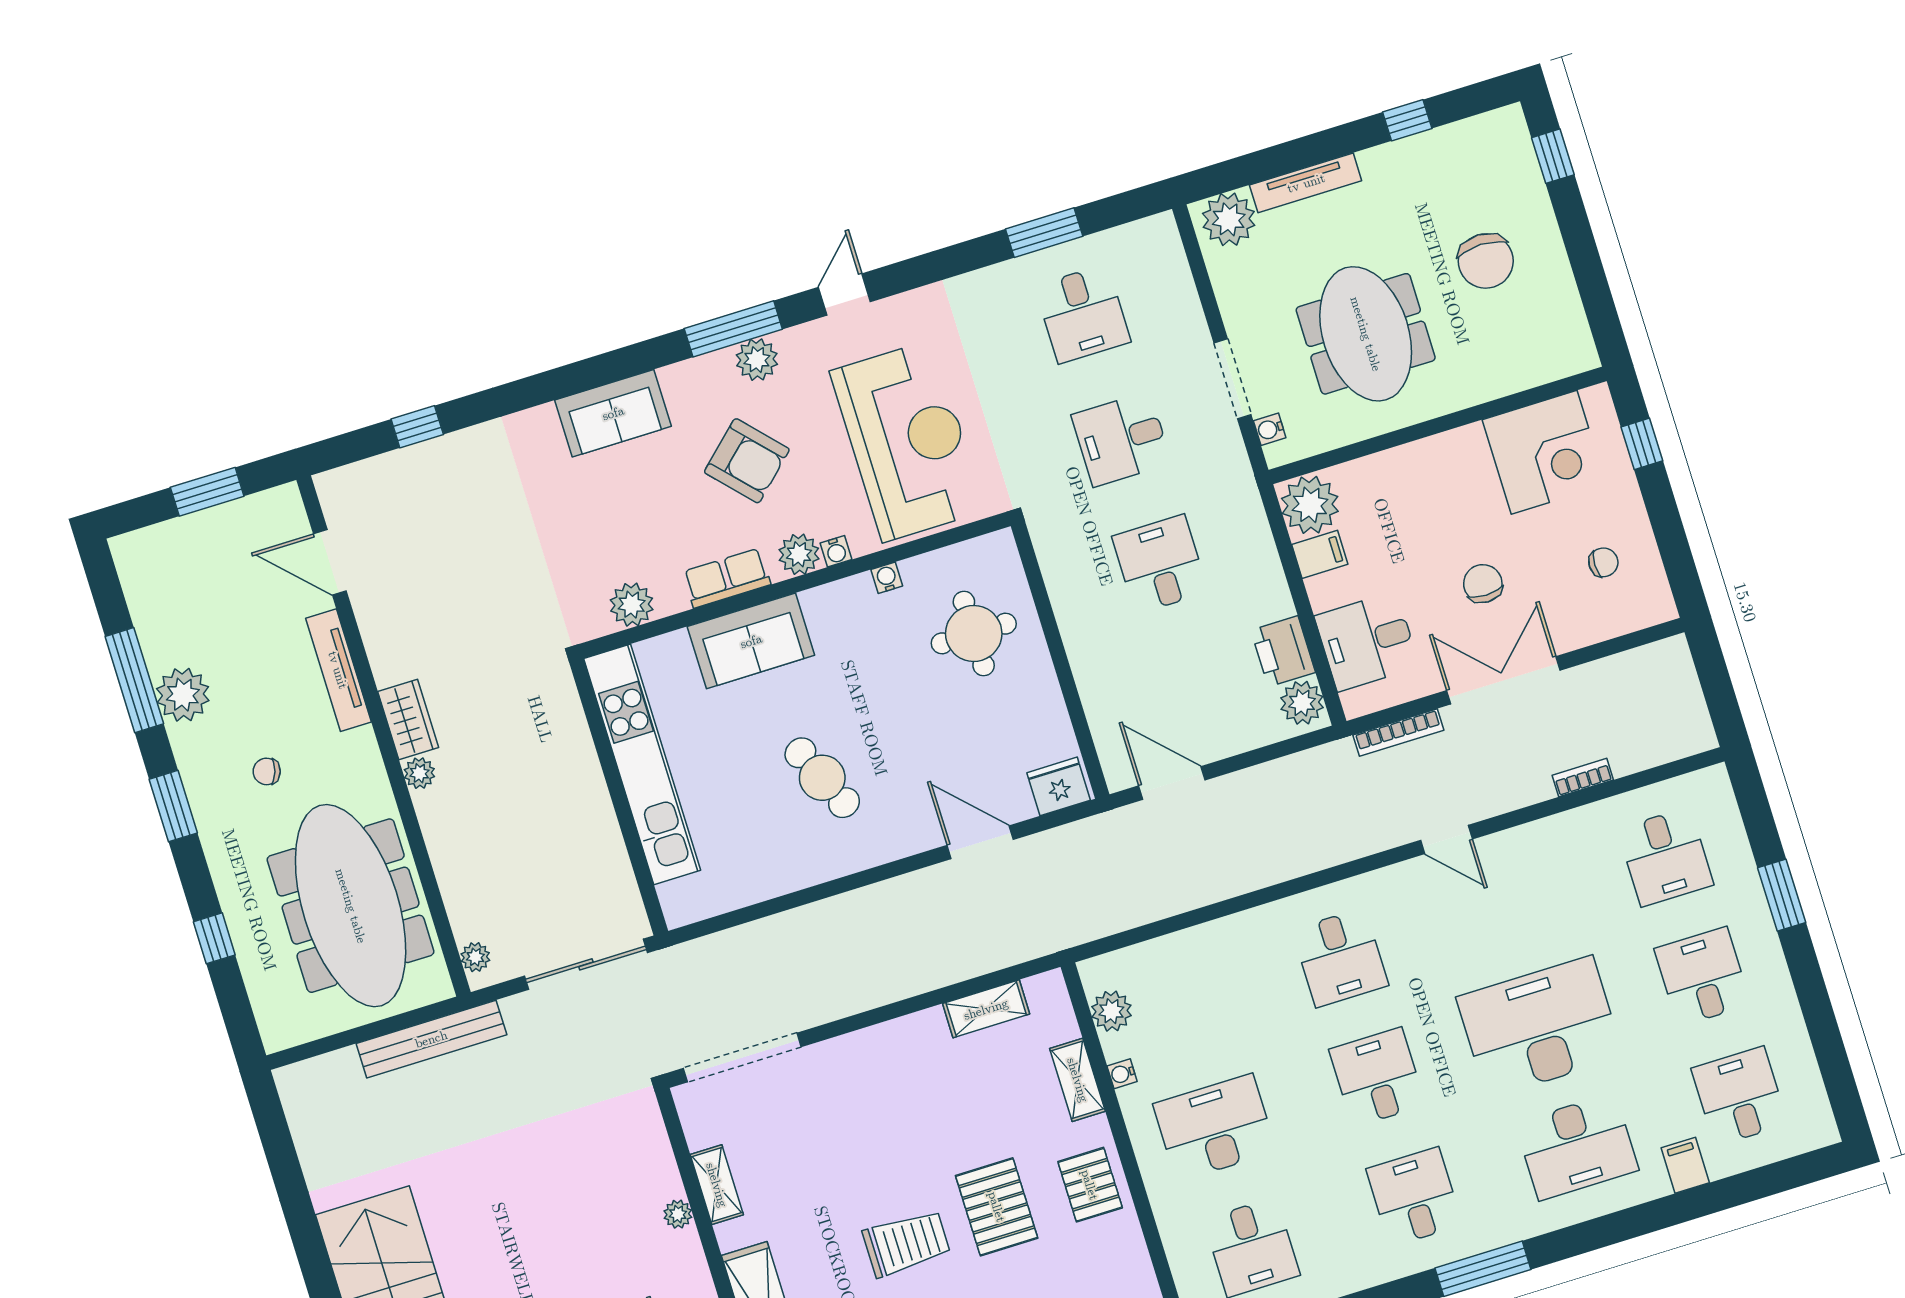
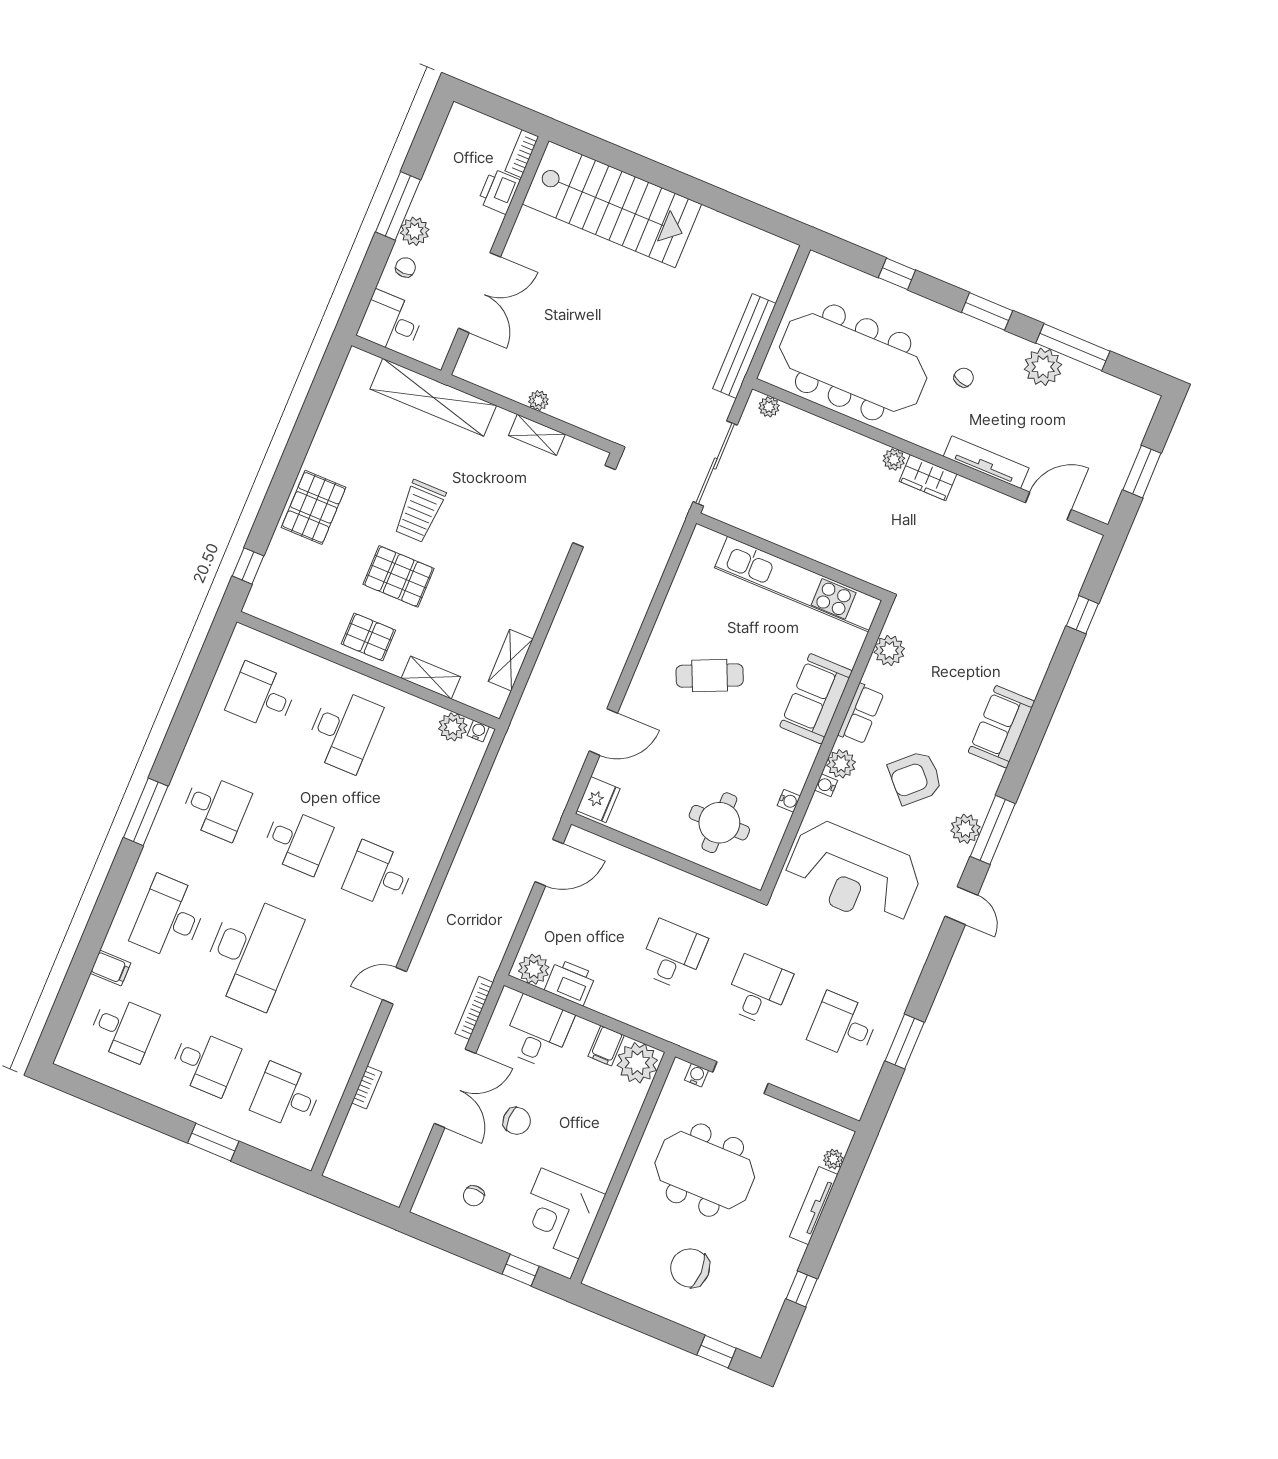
plant: (1229, 219) -> (833, 1159), width x0.53, depth x0.53
desk: (1160, 564) -> (673, 955), turned -90
water cooler: (1122, 1074) -> (478, 731), moved

